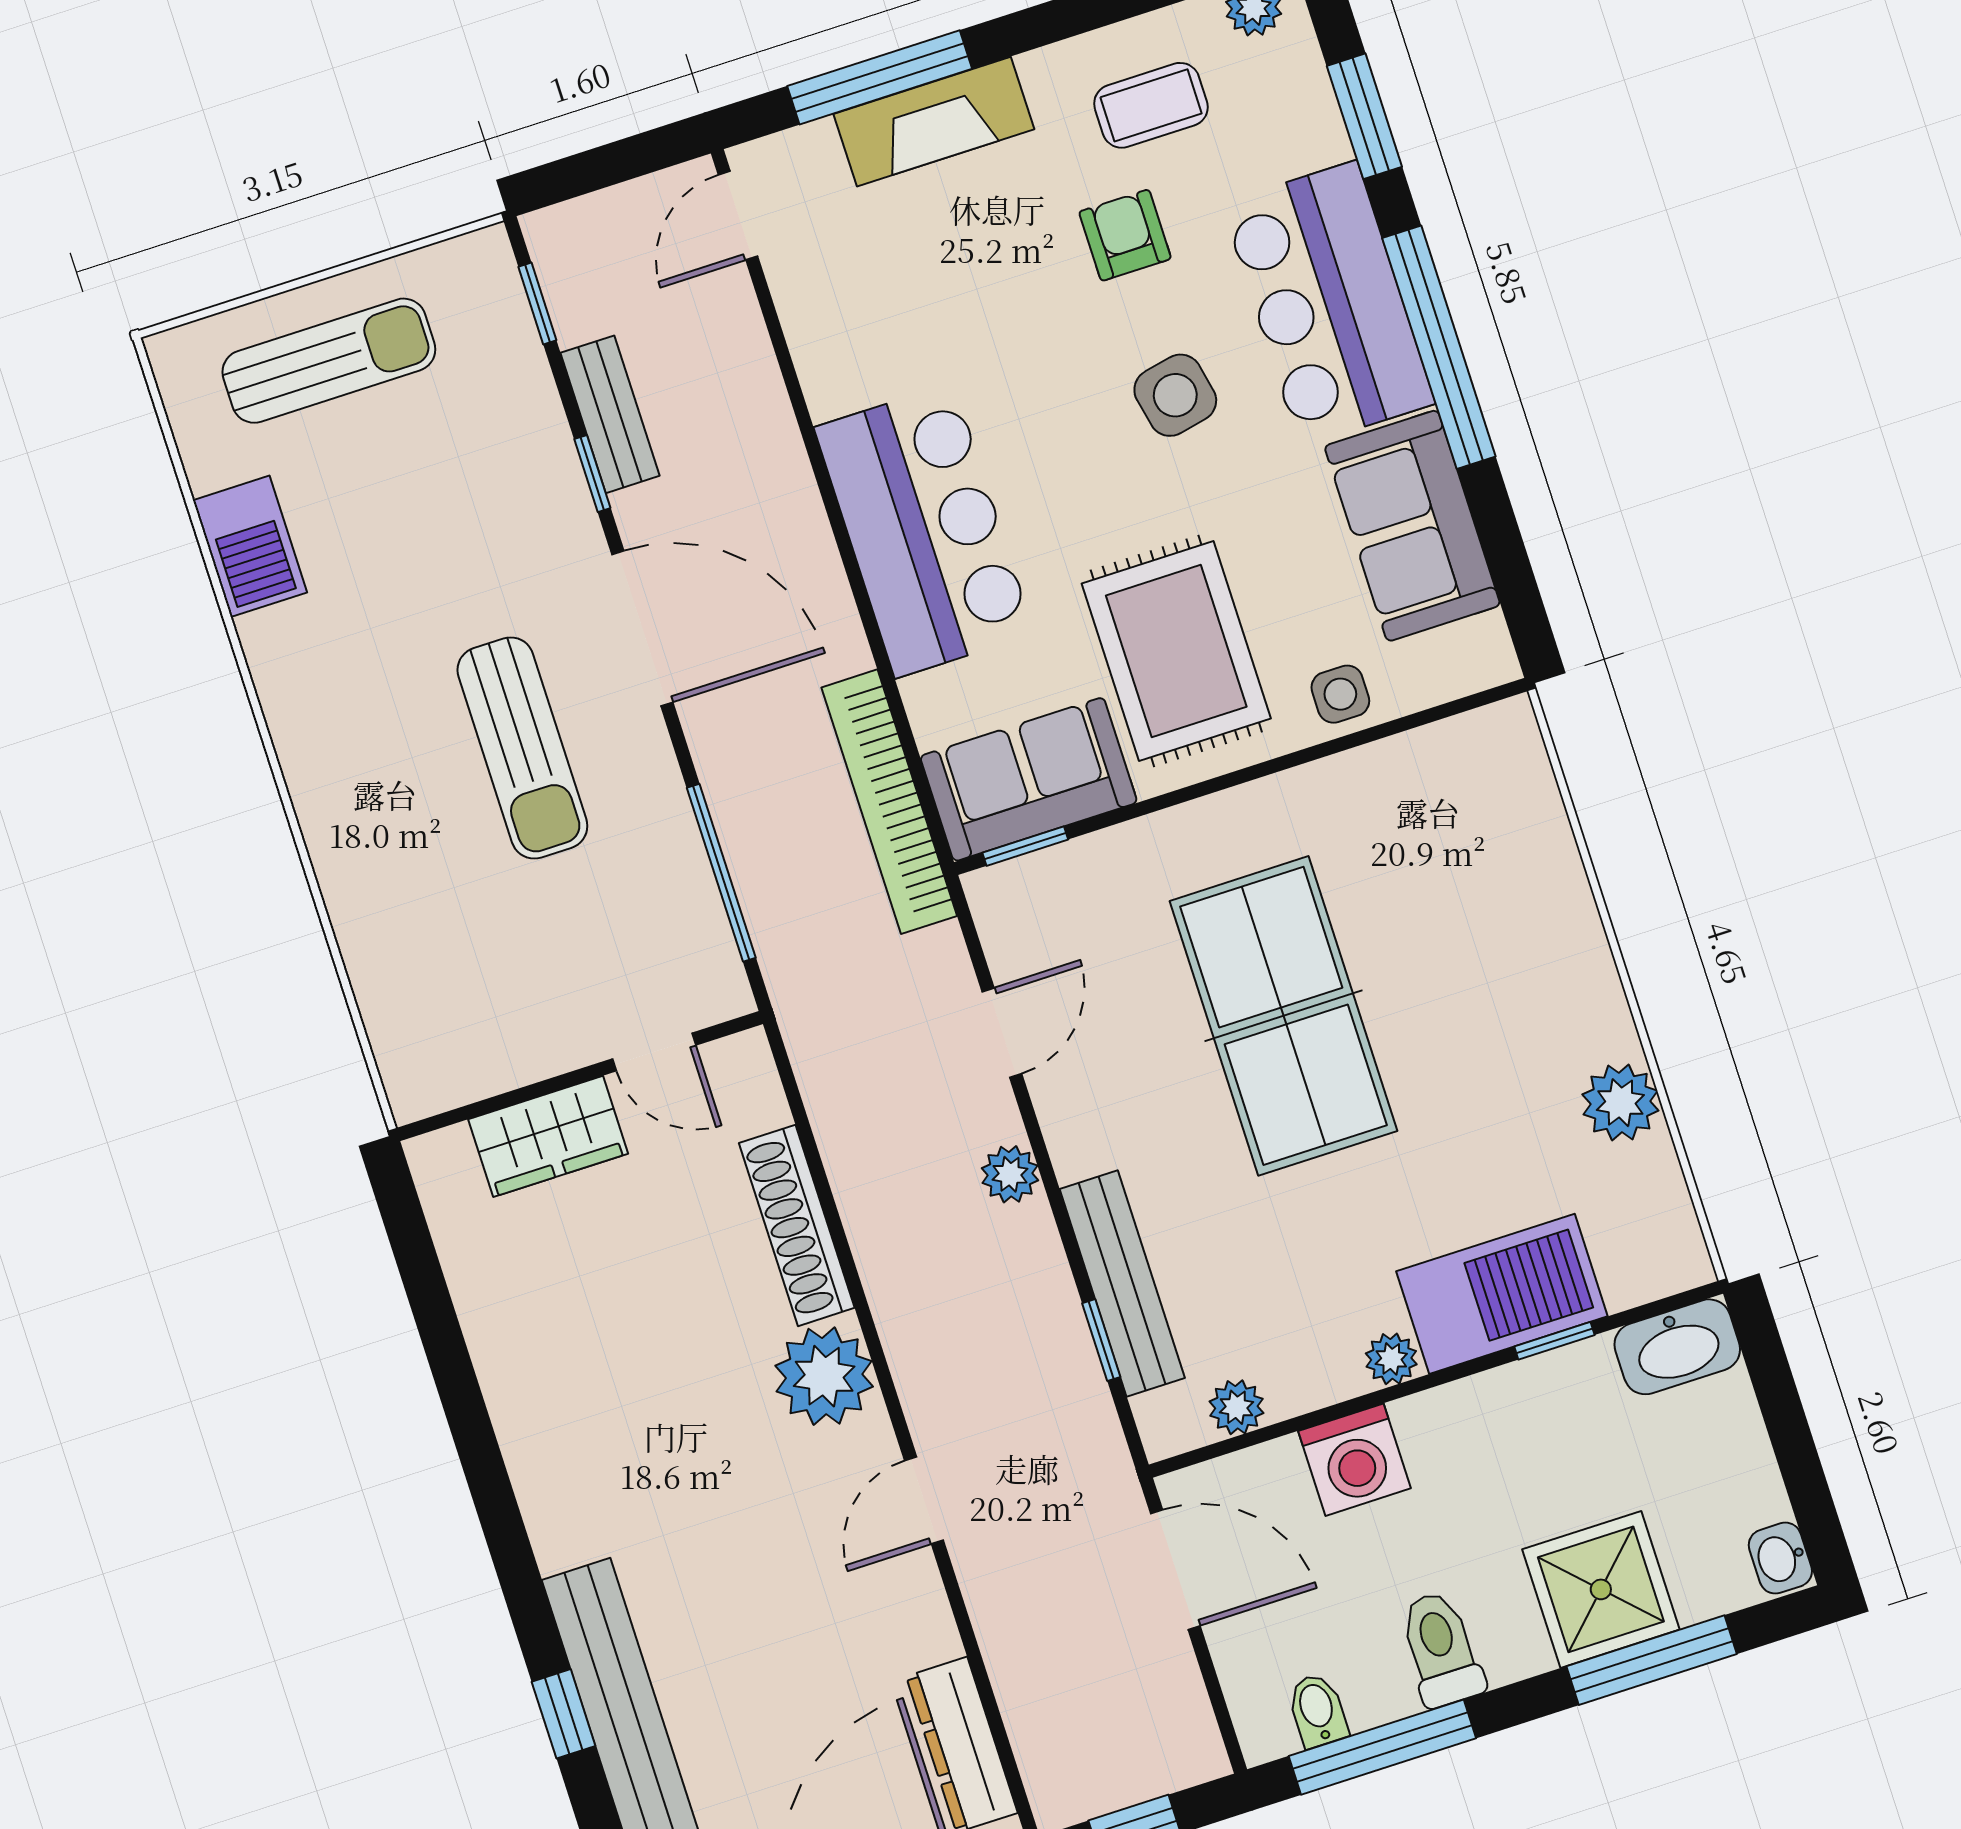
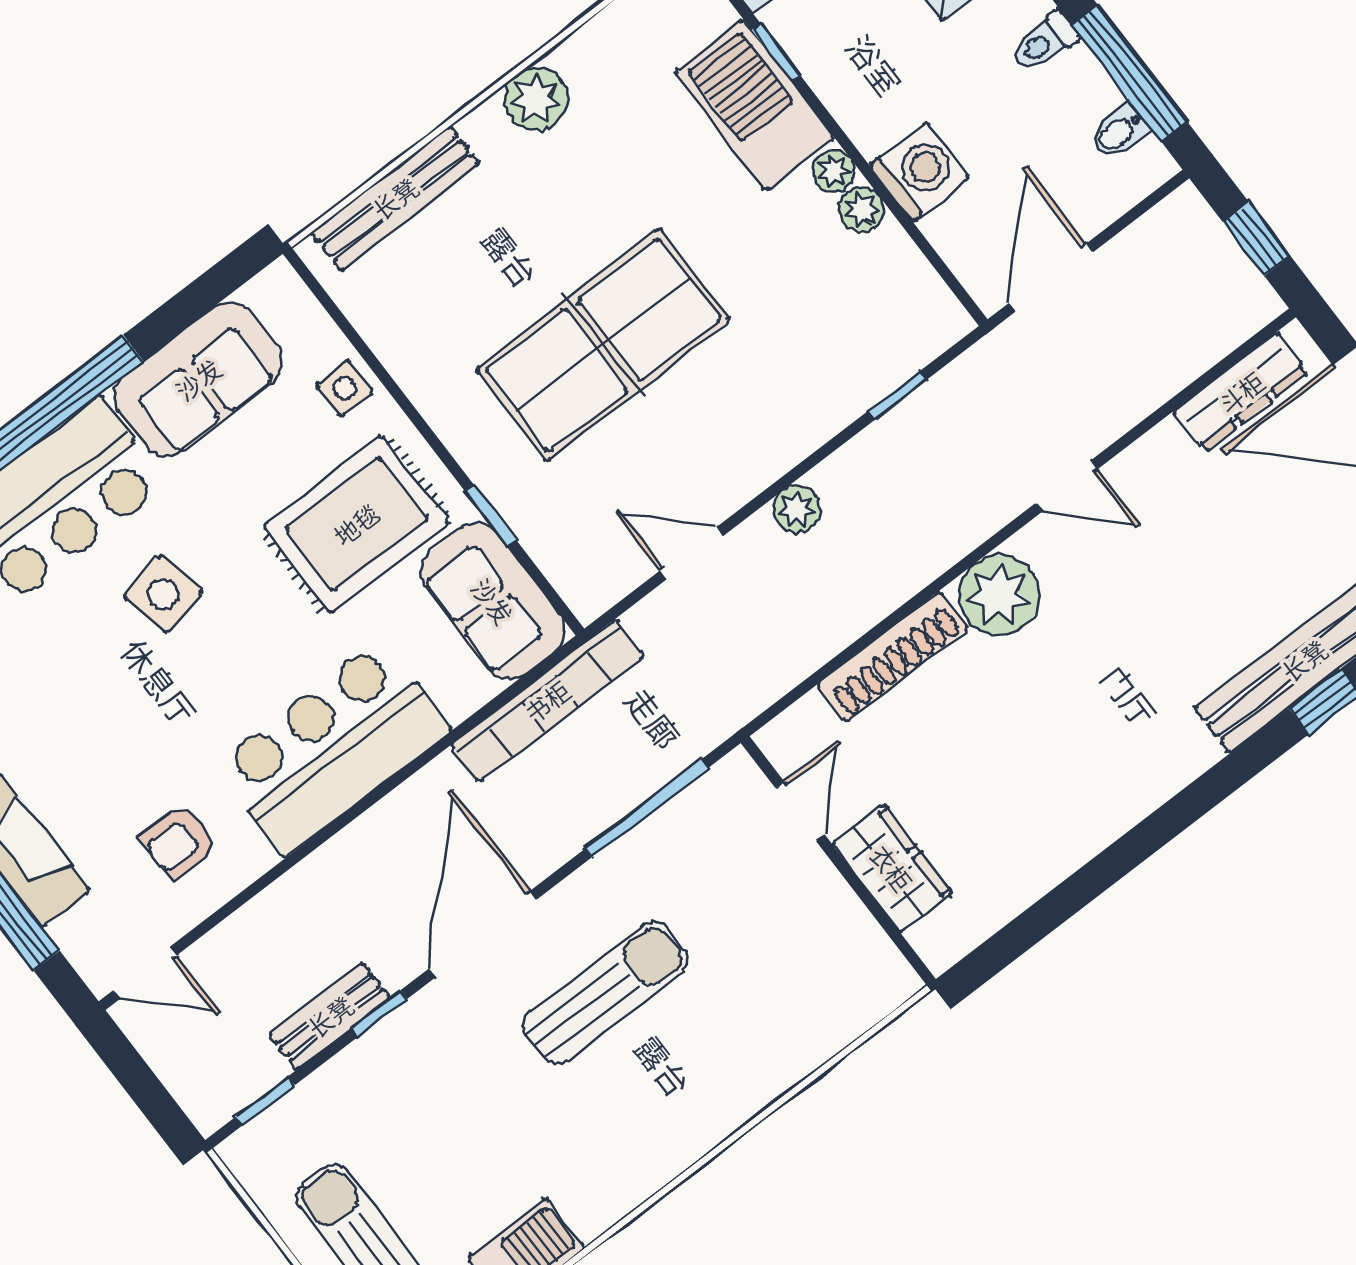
armchair: (1125, 235) -> (179, 842), moved
window: (1025, 846) -> (491, 516), moved
plant: (1620, 1103) -> (536, 99), moved
bench: (1122, 1283) -> (395, 198), moved
plant: (1236, 1407) -> (862, 210), moved
toilet: (1441, 1649) -> (1045, 42), width x0.73, depth x0.72

